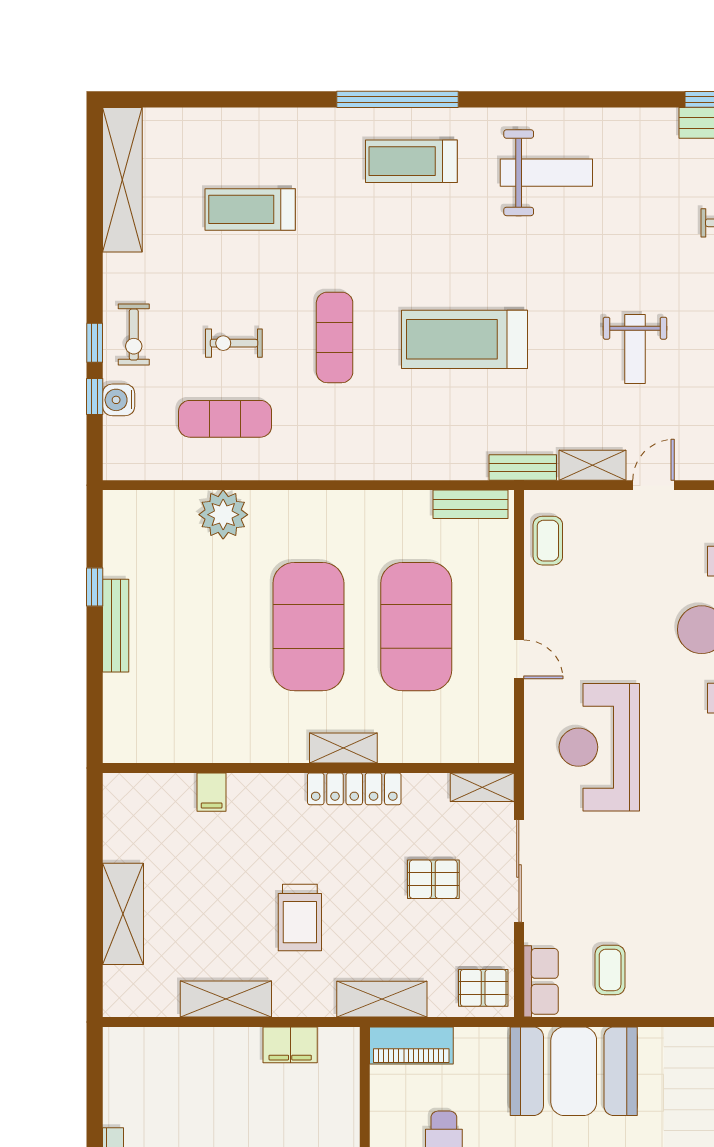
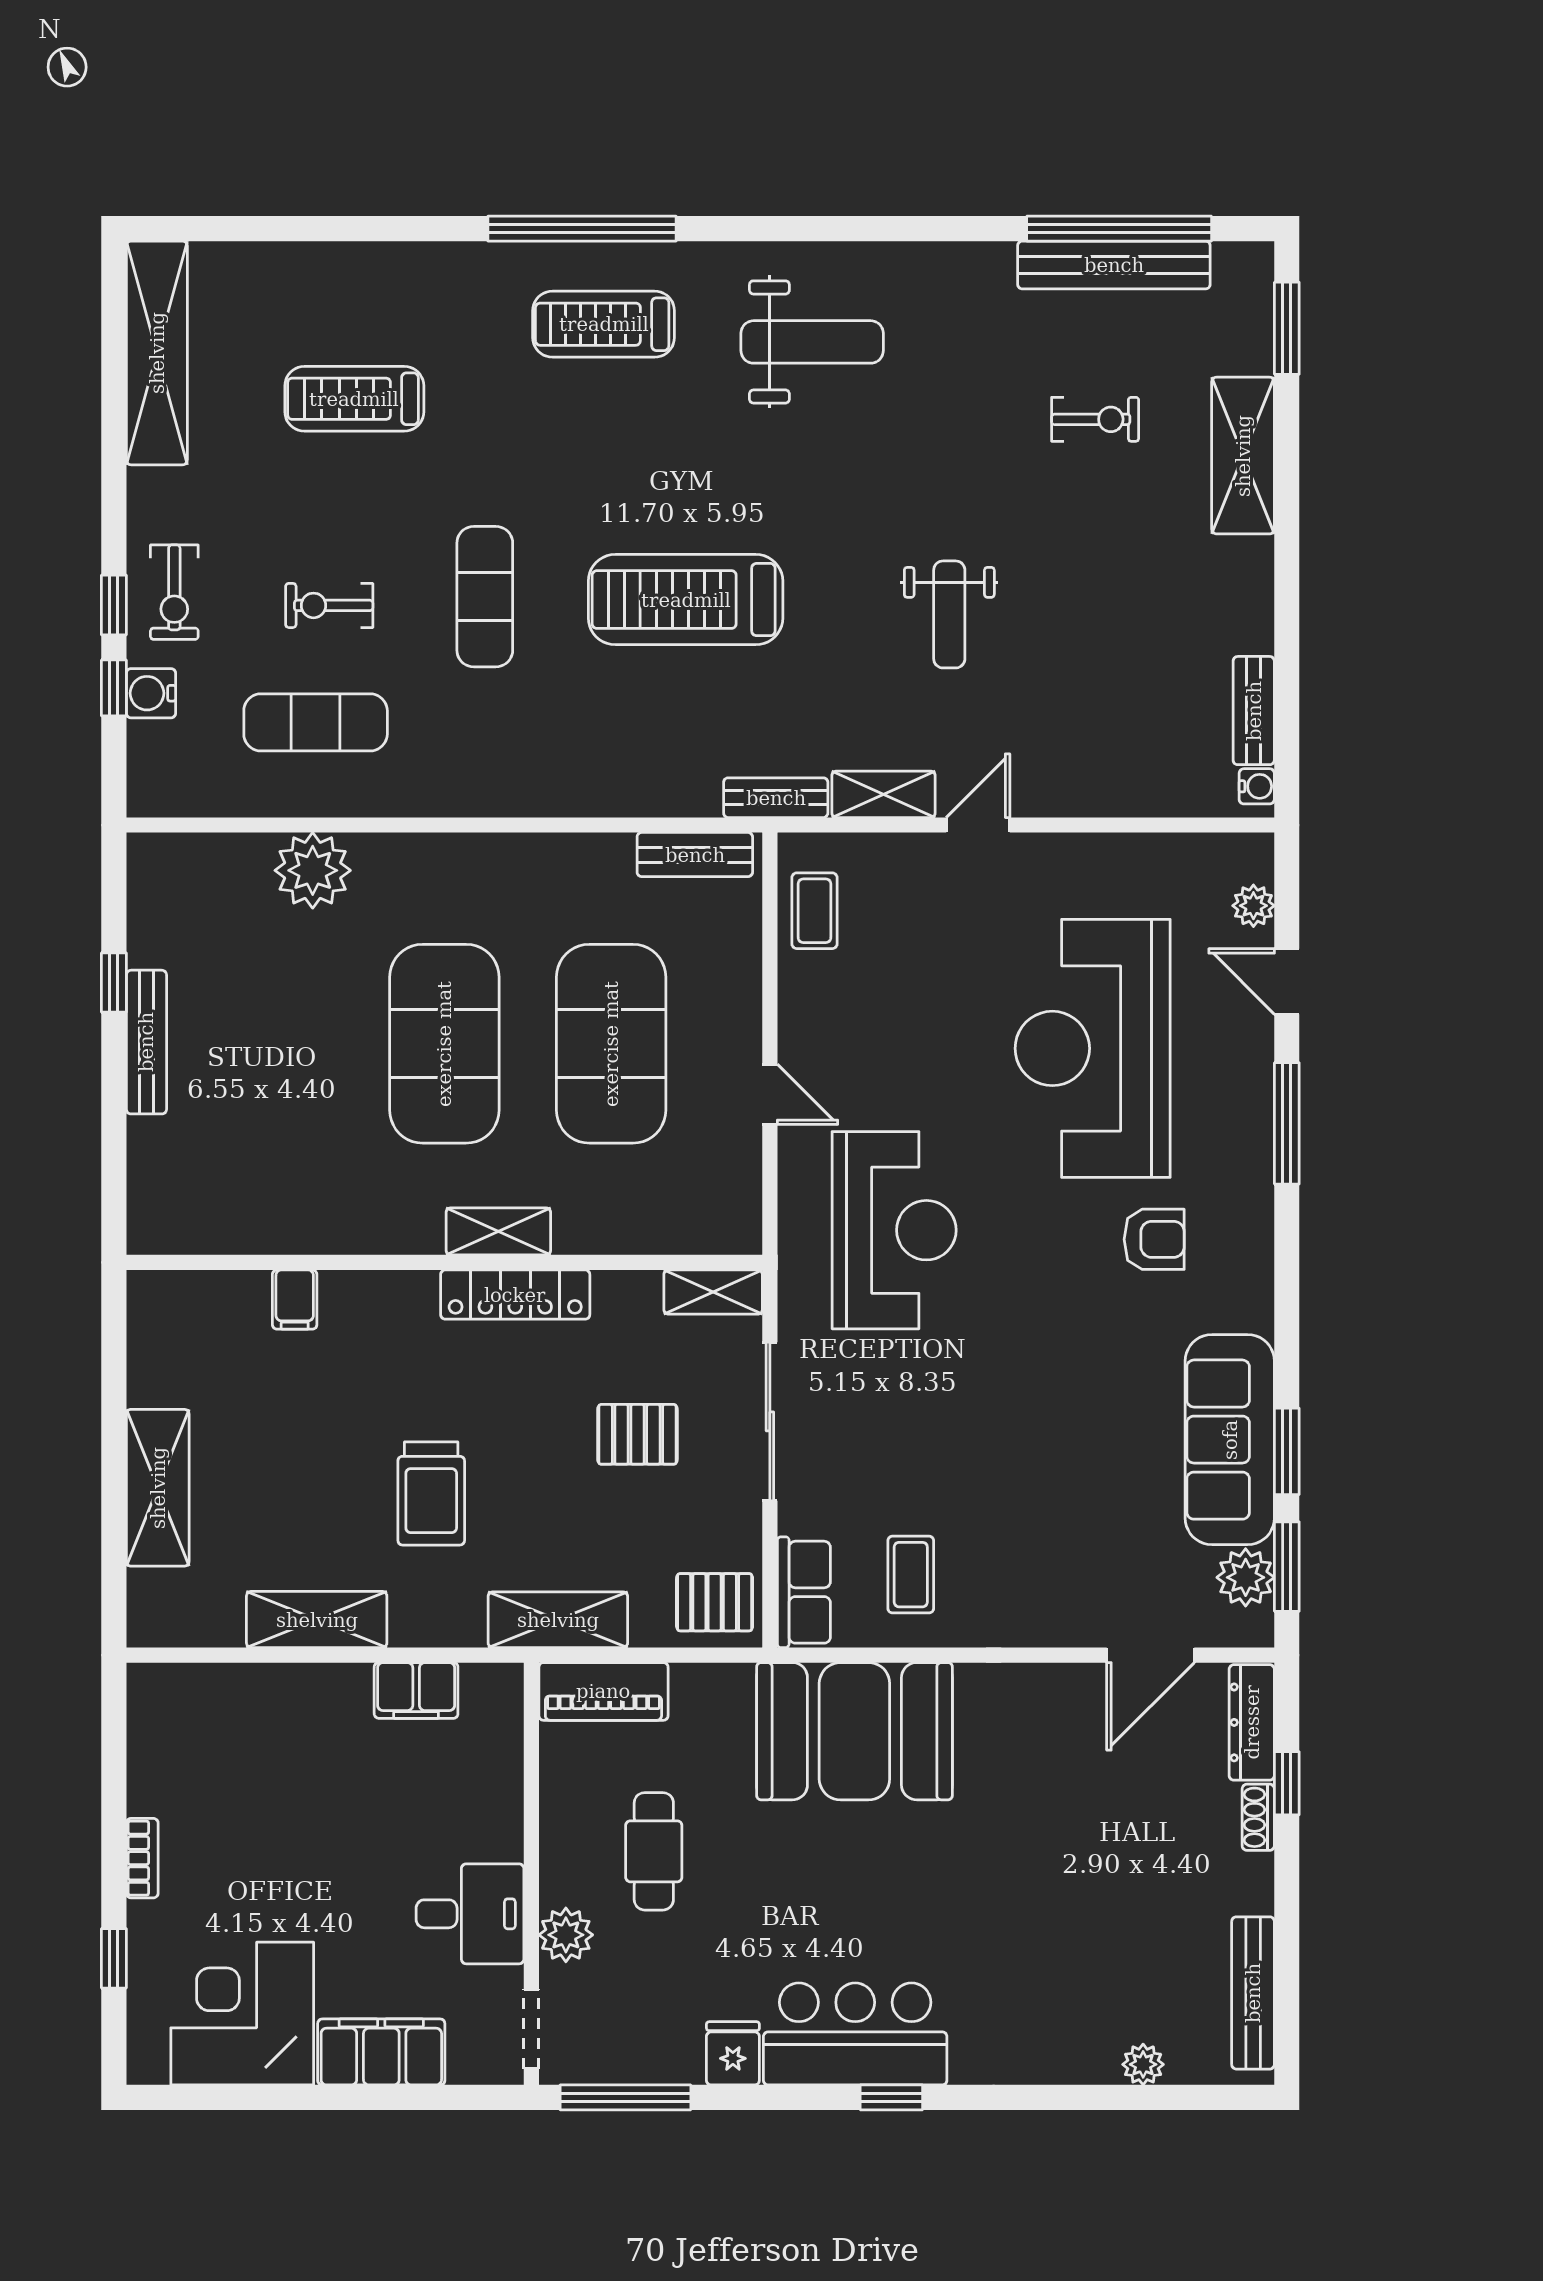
reception desk: (599, 747) -> (894, 1230), turned 180

